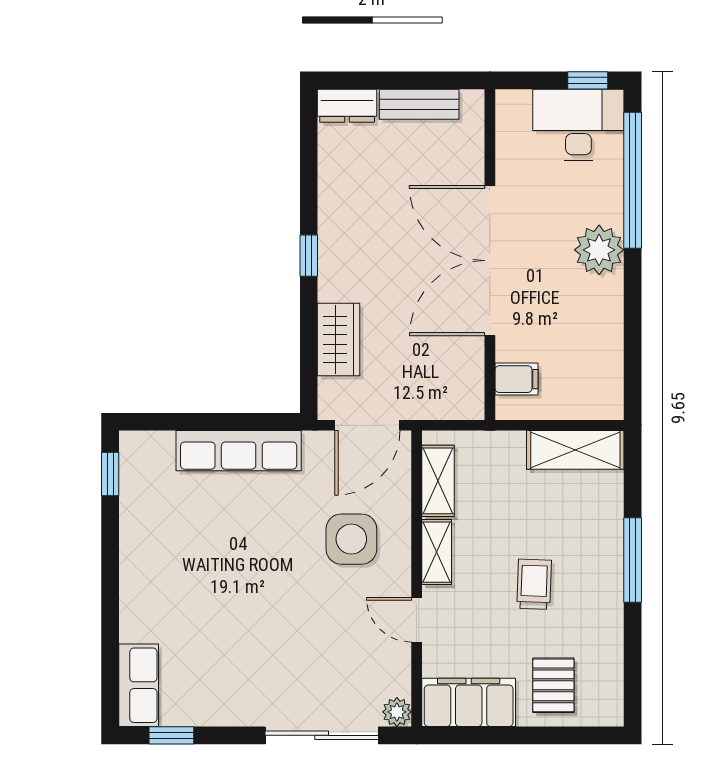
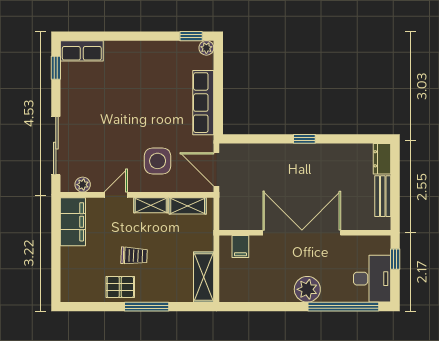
window: (588, 80) -> (395, 259), moved
wardrobe: (339, 340) -> (261, 154), removed
plant: (133, 445) -> (206, 48), added
pallet: (553, 685) -> (120, 287), moved
plant: (397, 712) -> (83, 185), moved

